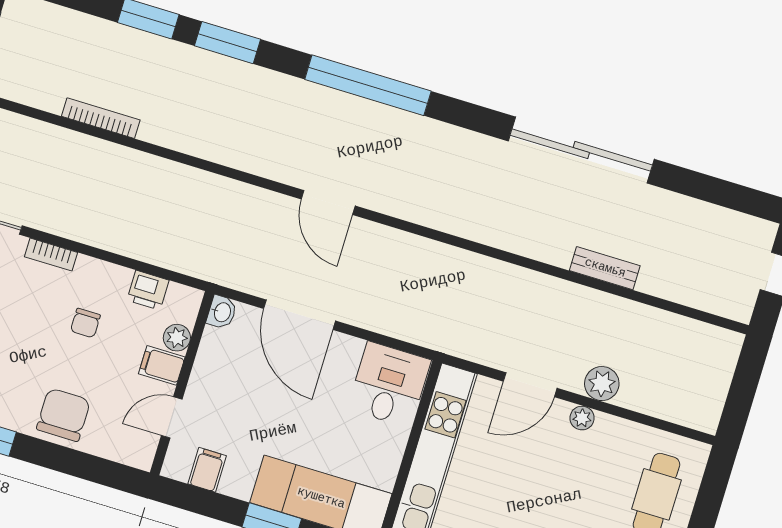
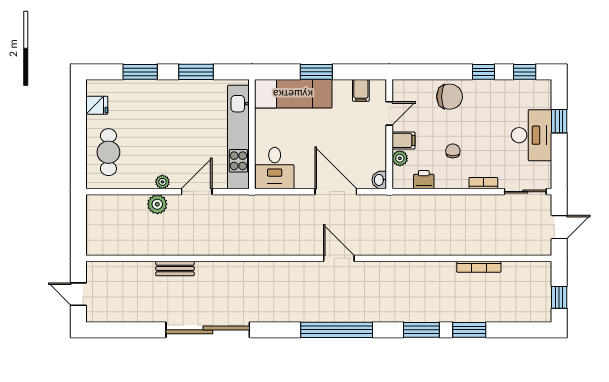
chair: (63, 415) -> (450, 97), turned -90

